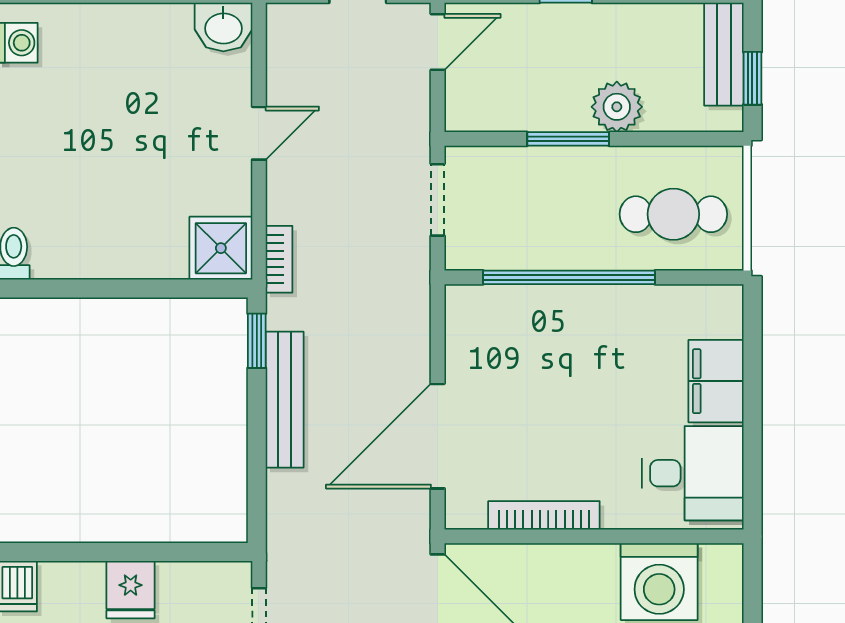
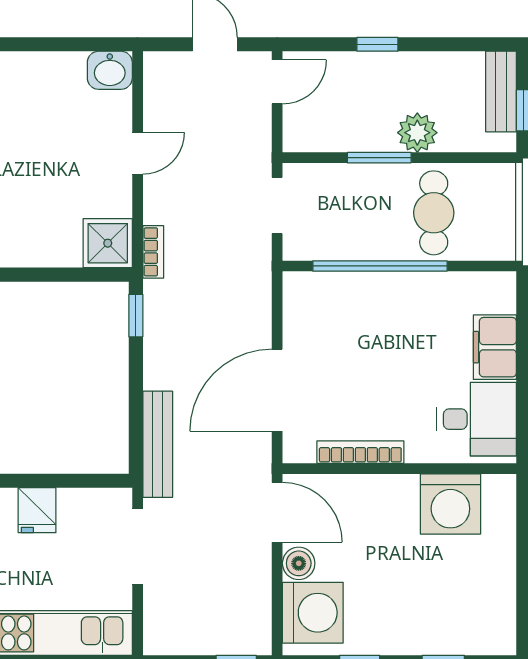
cafe table: (673, 214) -> (434, 213), moved, turned 90
bench: (285, 400) -> (158, 444), moved

